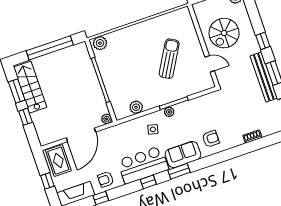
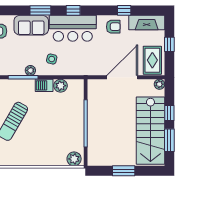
window: (50, 48) -> (124, 171), width x0.47
stairs: (30, 87) -> (150, 131), width x1.36, depth x1.51
barbecue: (152, 102) -> (44, 85), added
plant: (107, 119) -> (159, 84), moved

